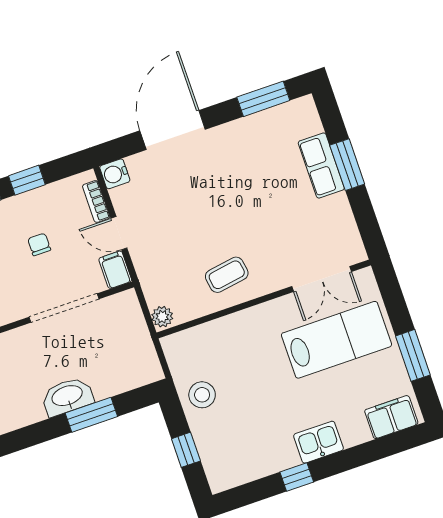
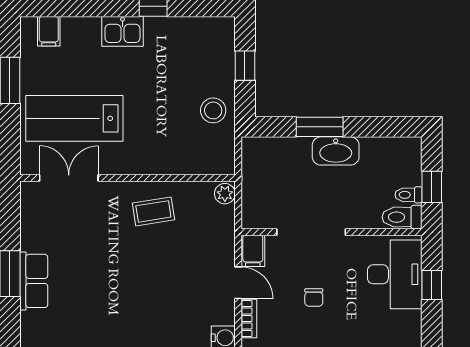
filing cabinet: (391, 417) -> (49, 31), width x0.50

